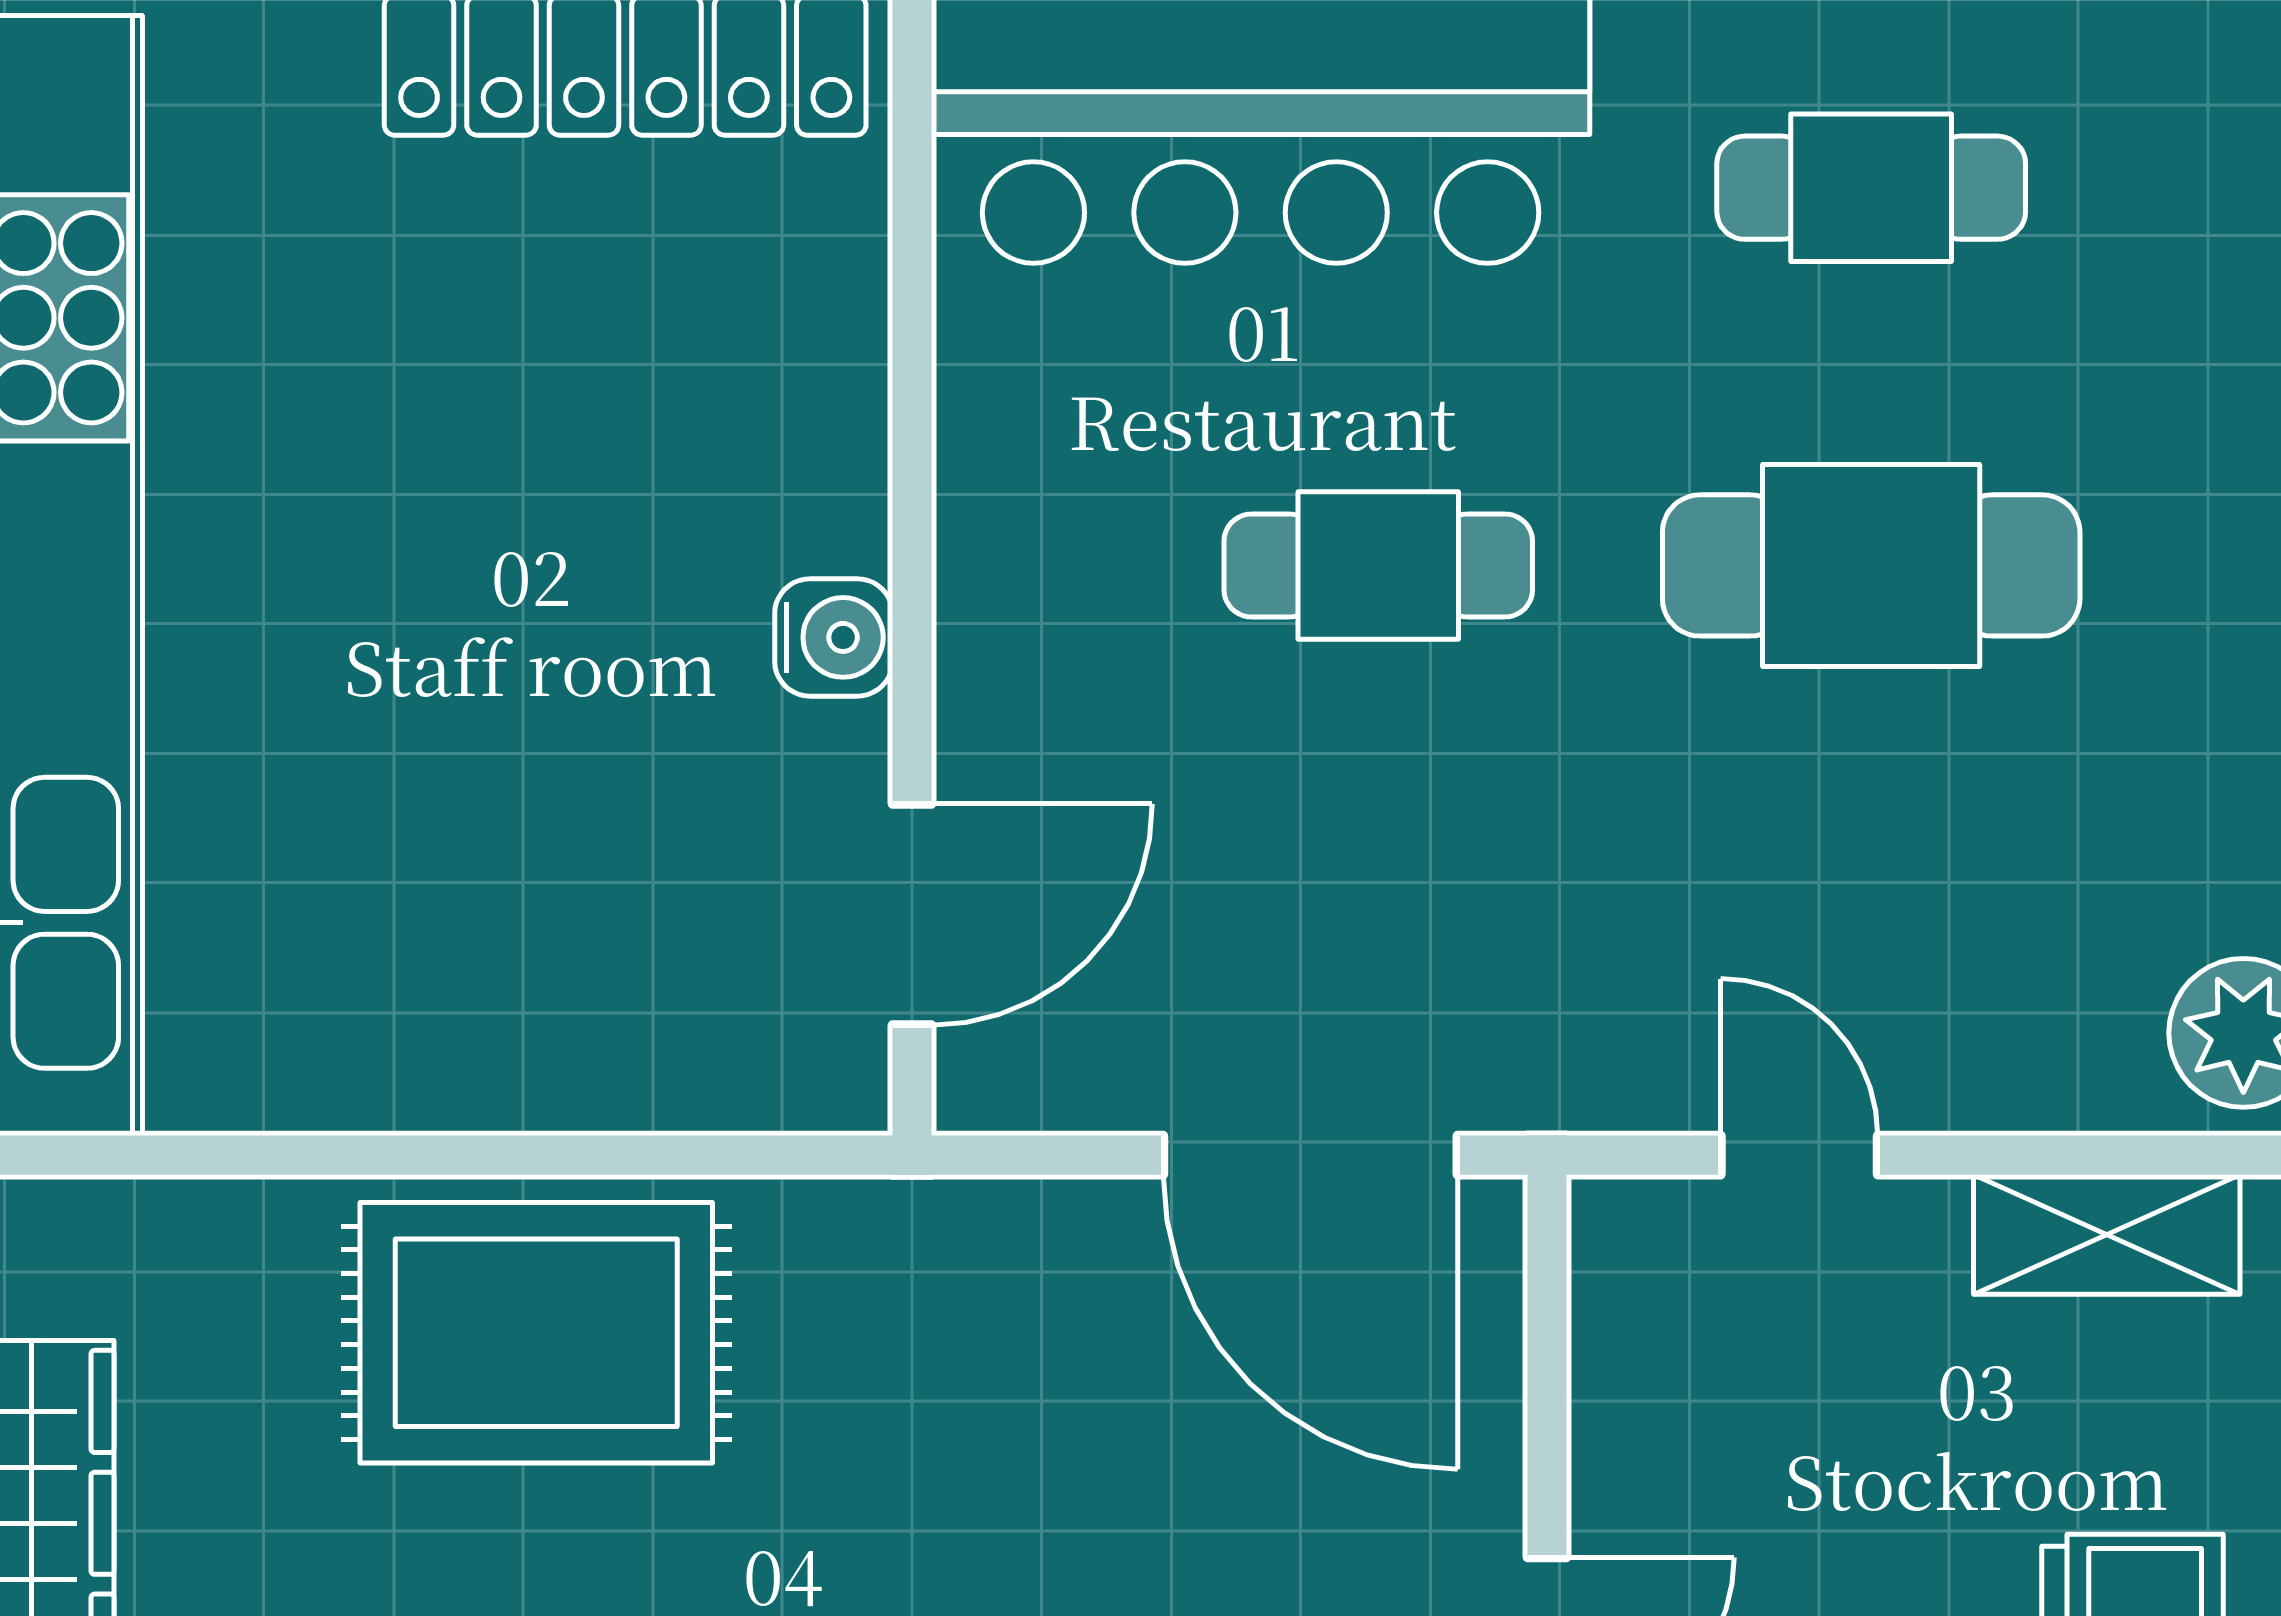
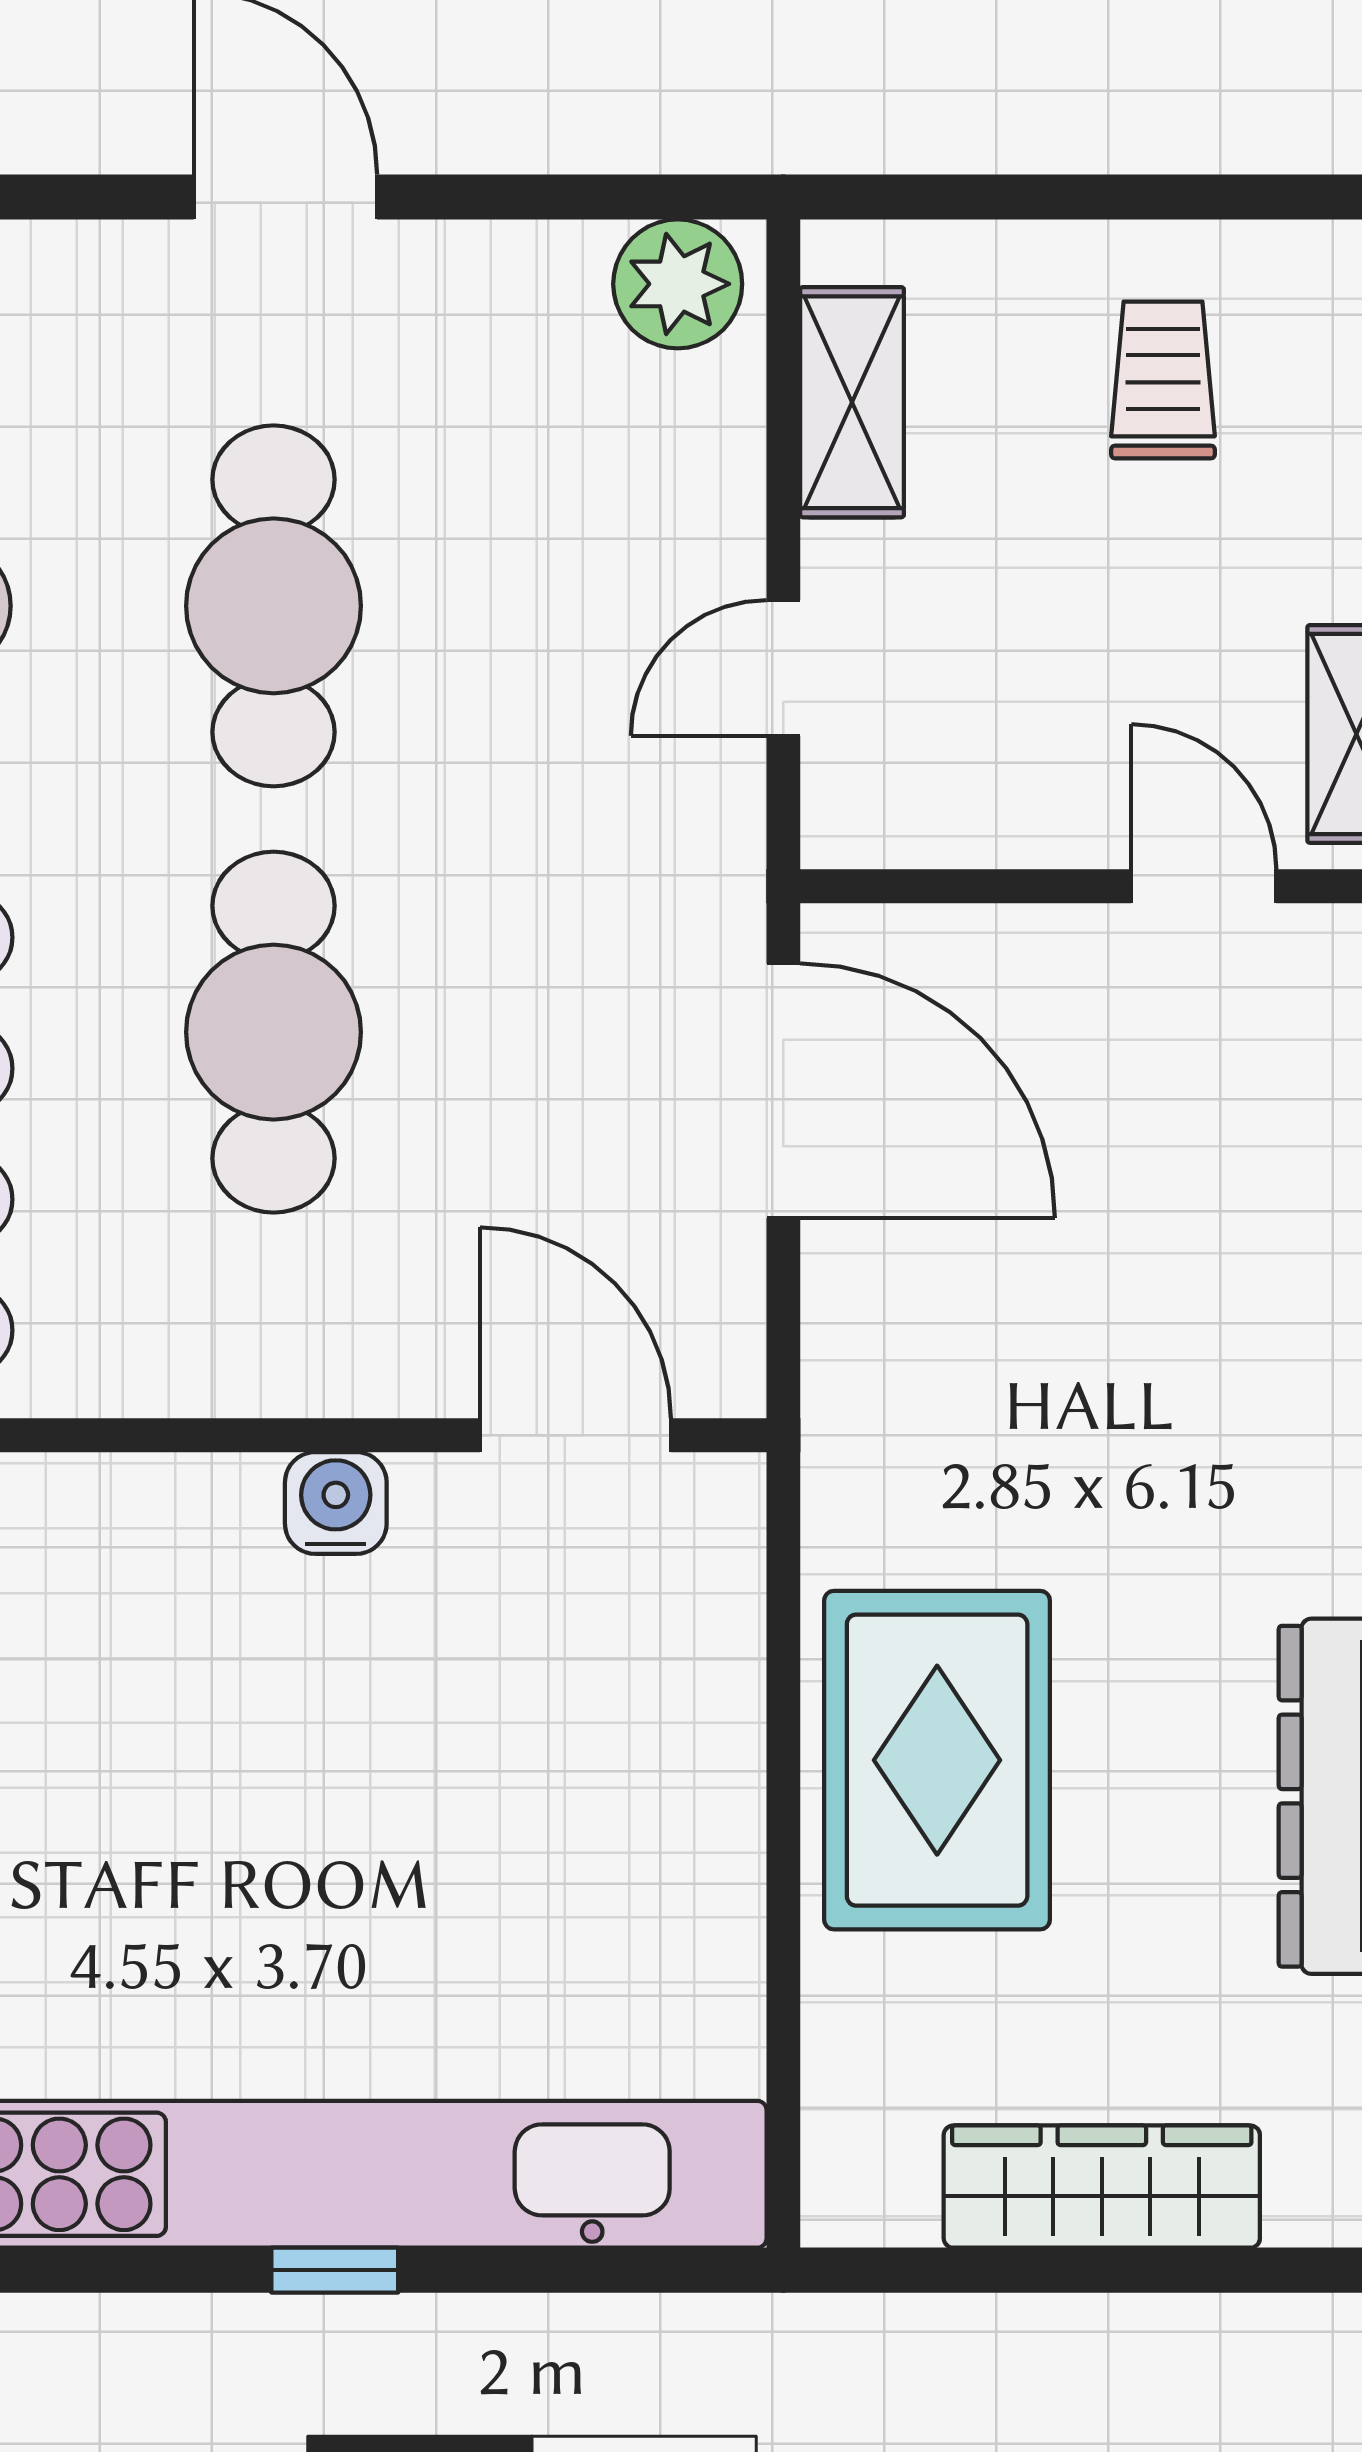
cafe table: (1378, 565) -> (274, 1032), width x1.37, depth x1.35
door: (1310, 1155) -> (783, 1091), hinge flipped

